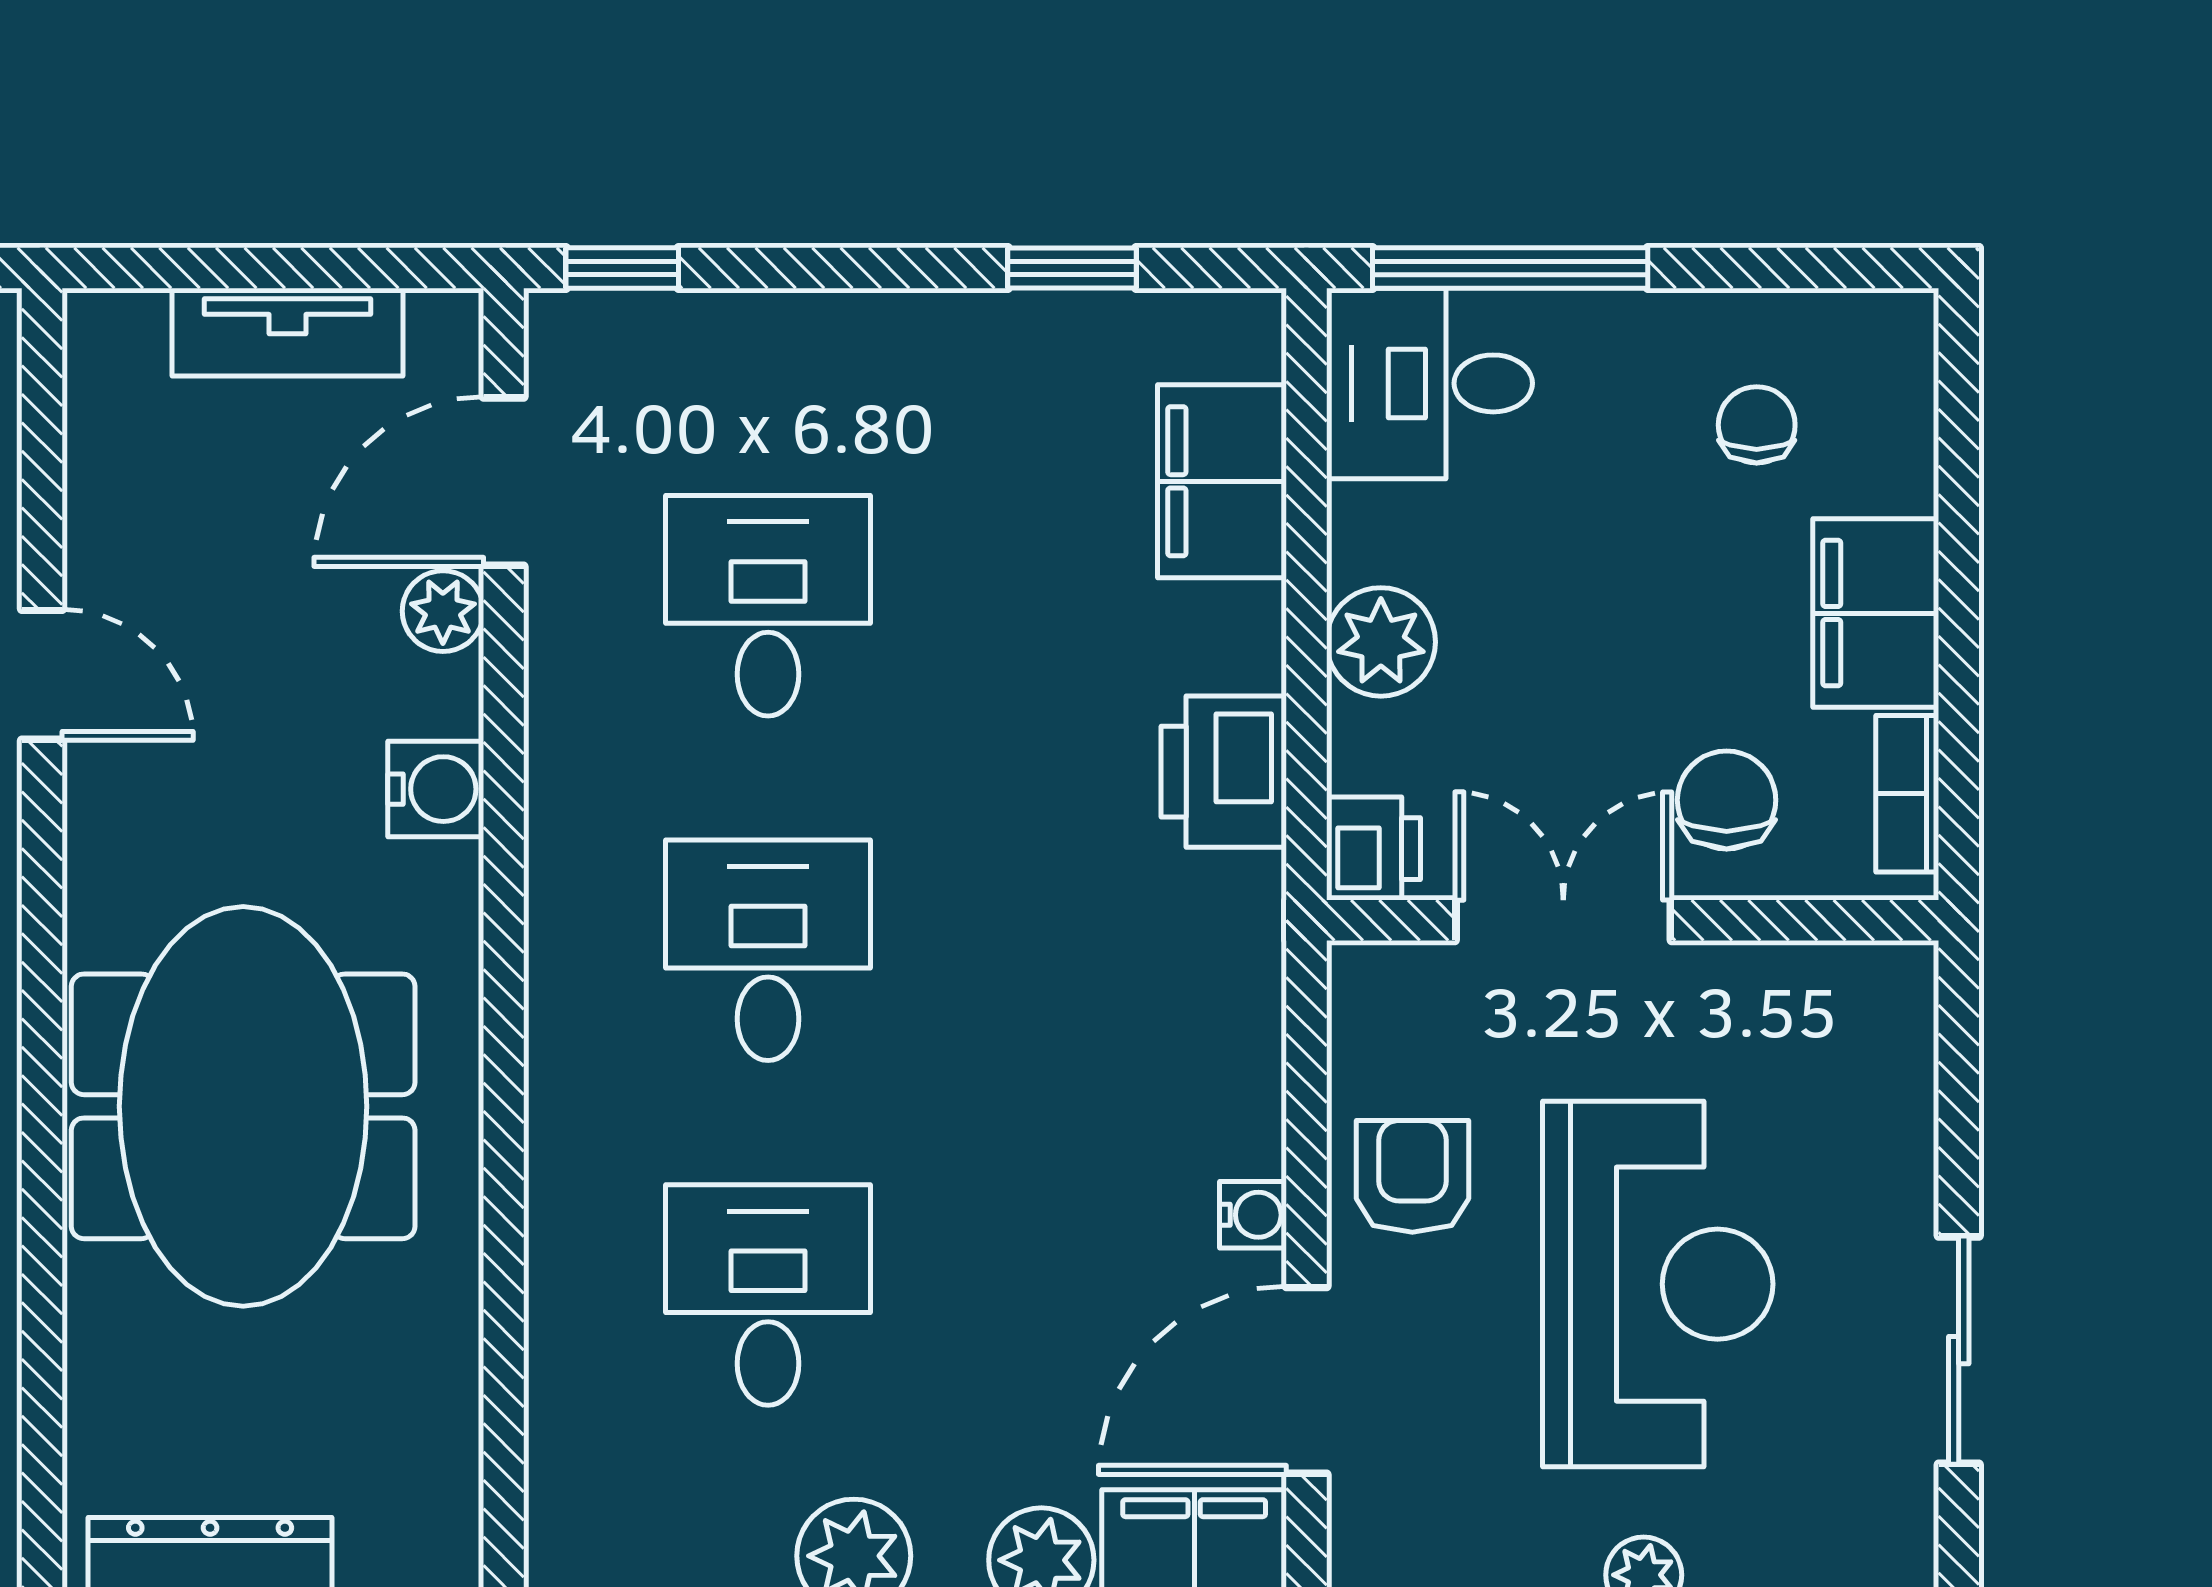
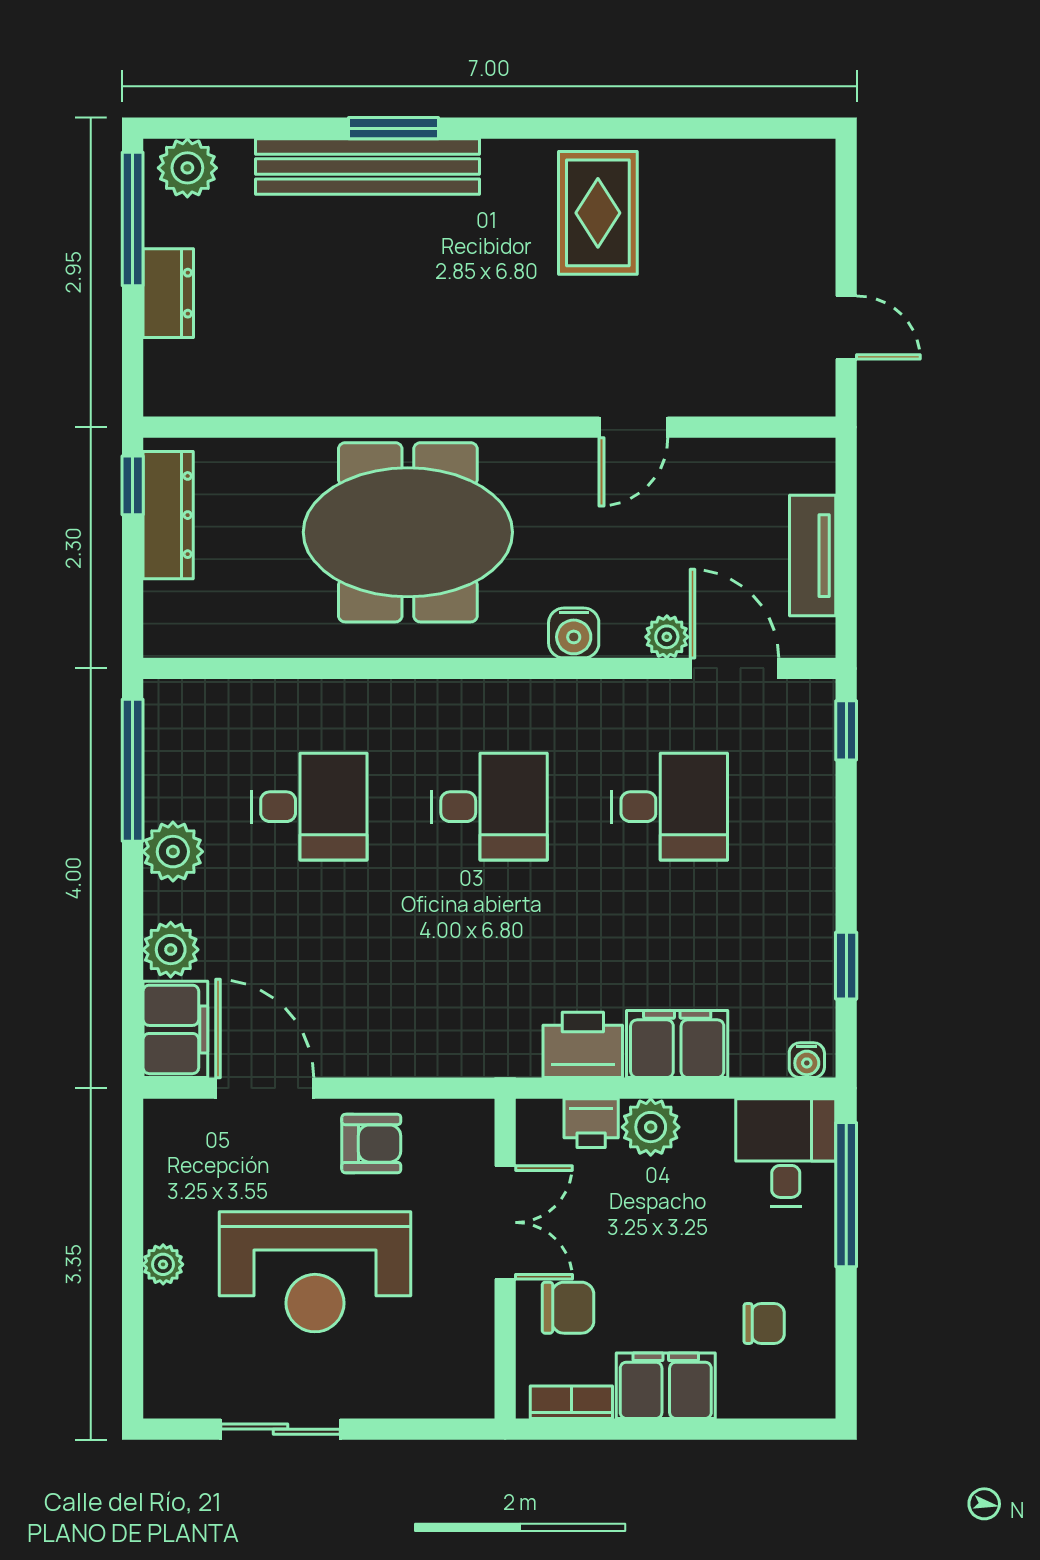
filing cabinet: (1222, 481) -> (677, 1044), moved
printer: (1373, 849) -> (591, 1123), moved
water cooler: (1253, 1215) -> (807, 1060), moved

